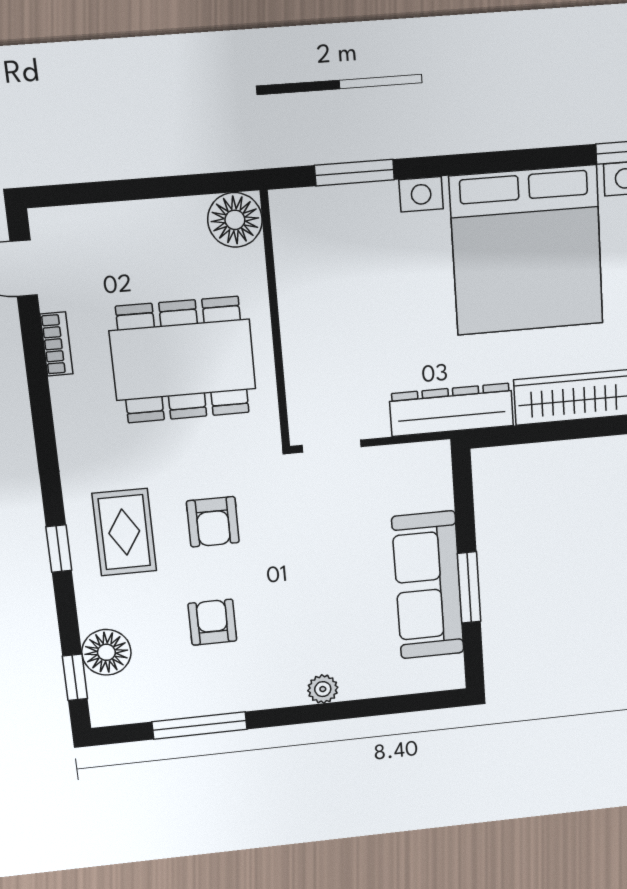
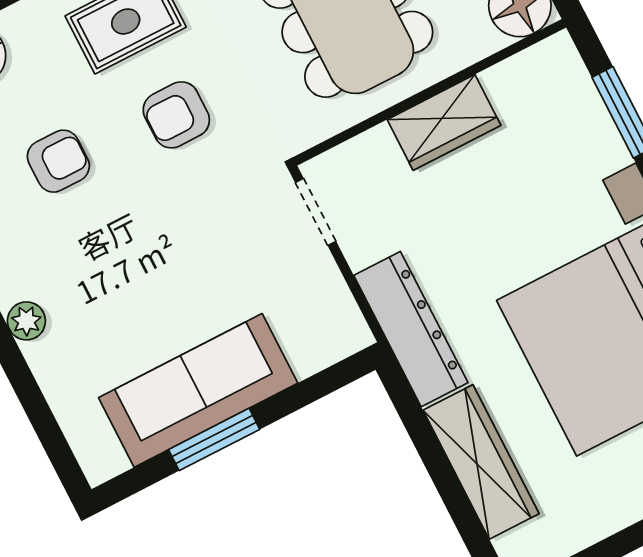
wardrobe: (303, 319) -> (444, 122), added

